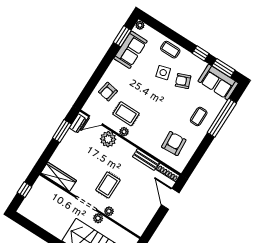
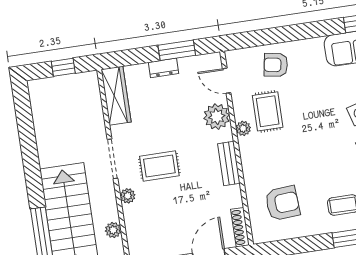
dresser: (78, 123) -> (163, 68), moved
bench: (146, 160) -> (229, 163), moved
plant: (98, 218) -> (113, 230), moved

